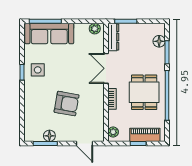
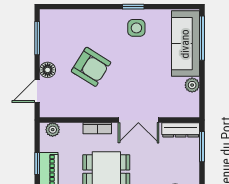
plant: (95, 29) -> (192, 85), moved
double door: (106, 68) -> (138, 120), swing flipped
armchair: (67, 104) -> (91, 67), turned -68
floor lamp: (49, 136) -> (48, 70), moved

